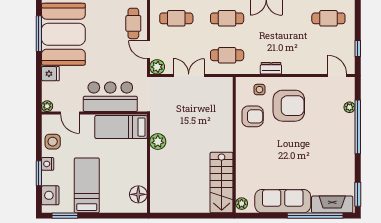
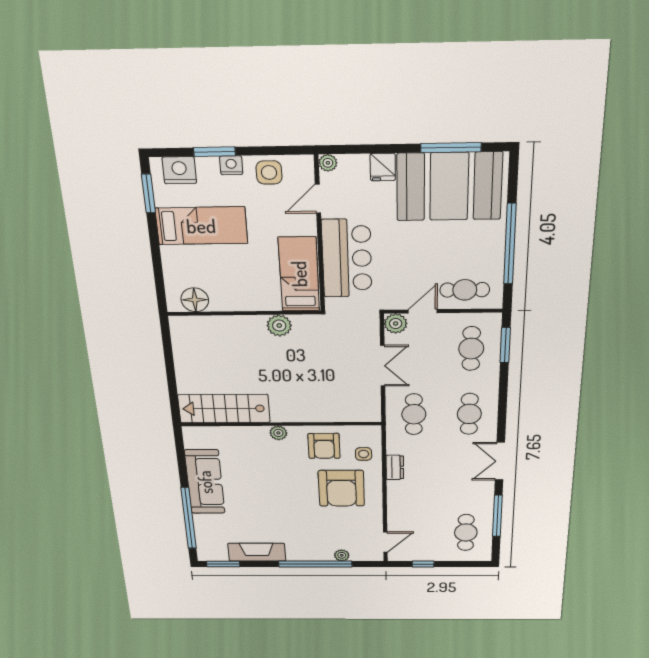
plant: (242, 204) -> (278, 433), moved
fireplace: (332, 204) -> (257, 552), moved, turned -90

